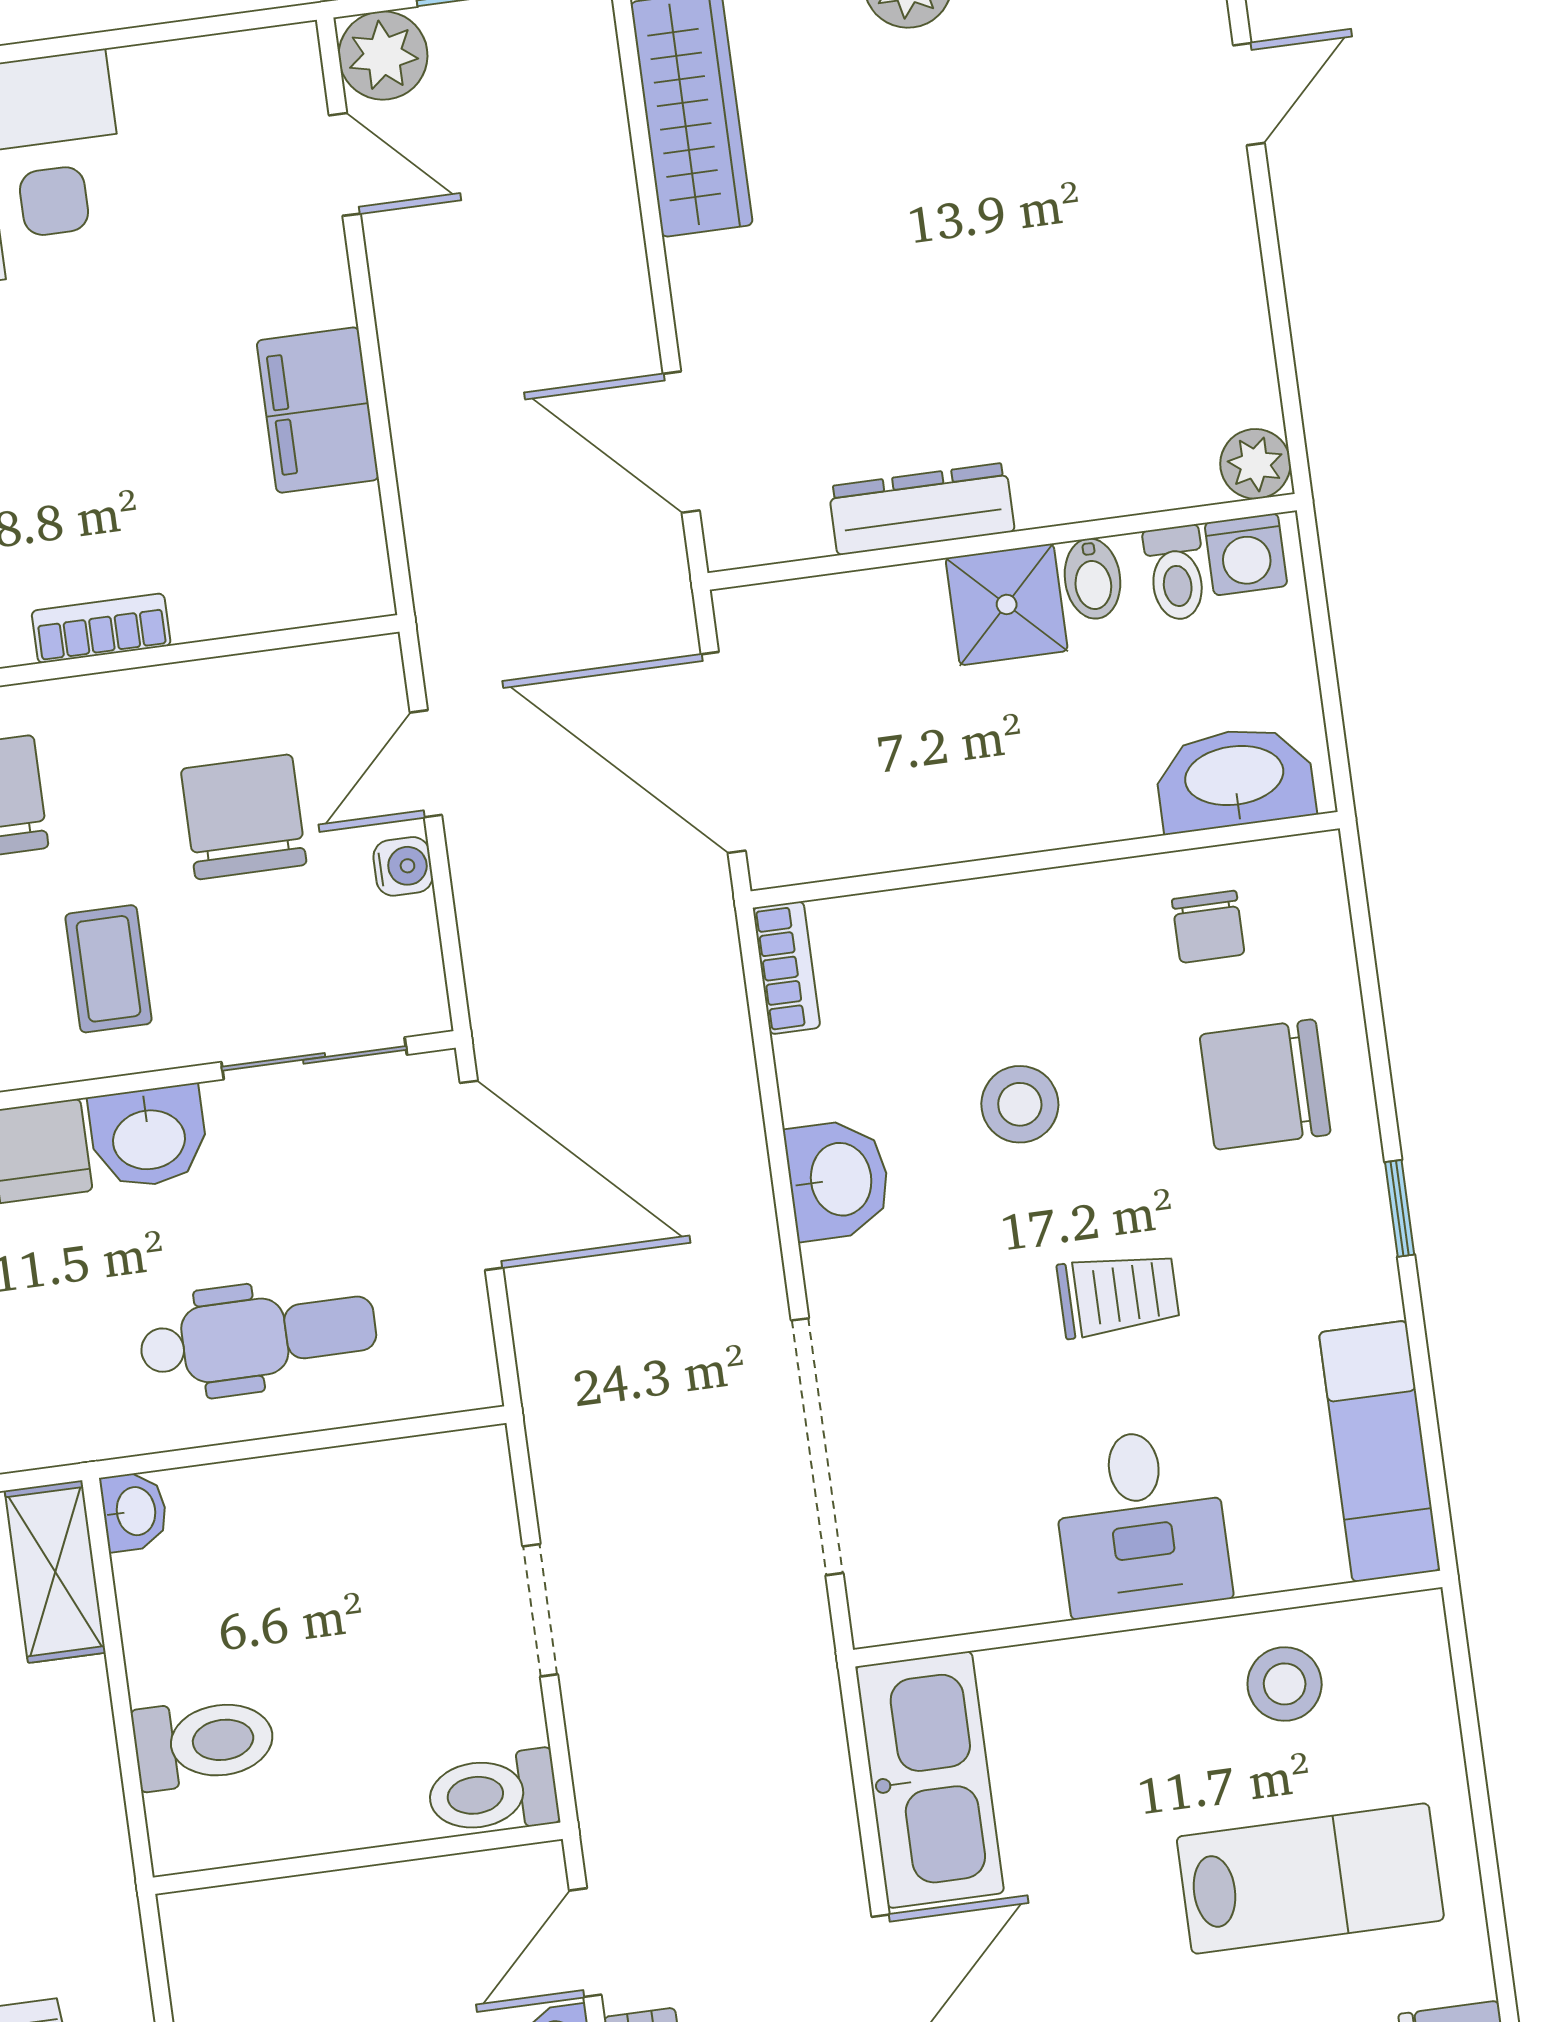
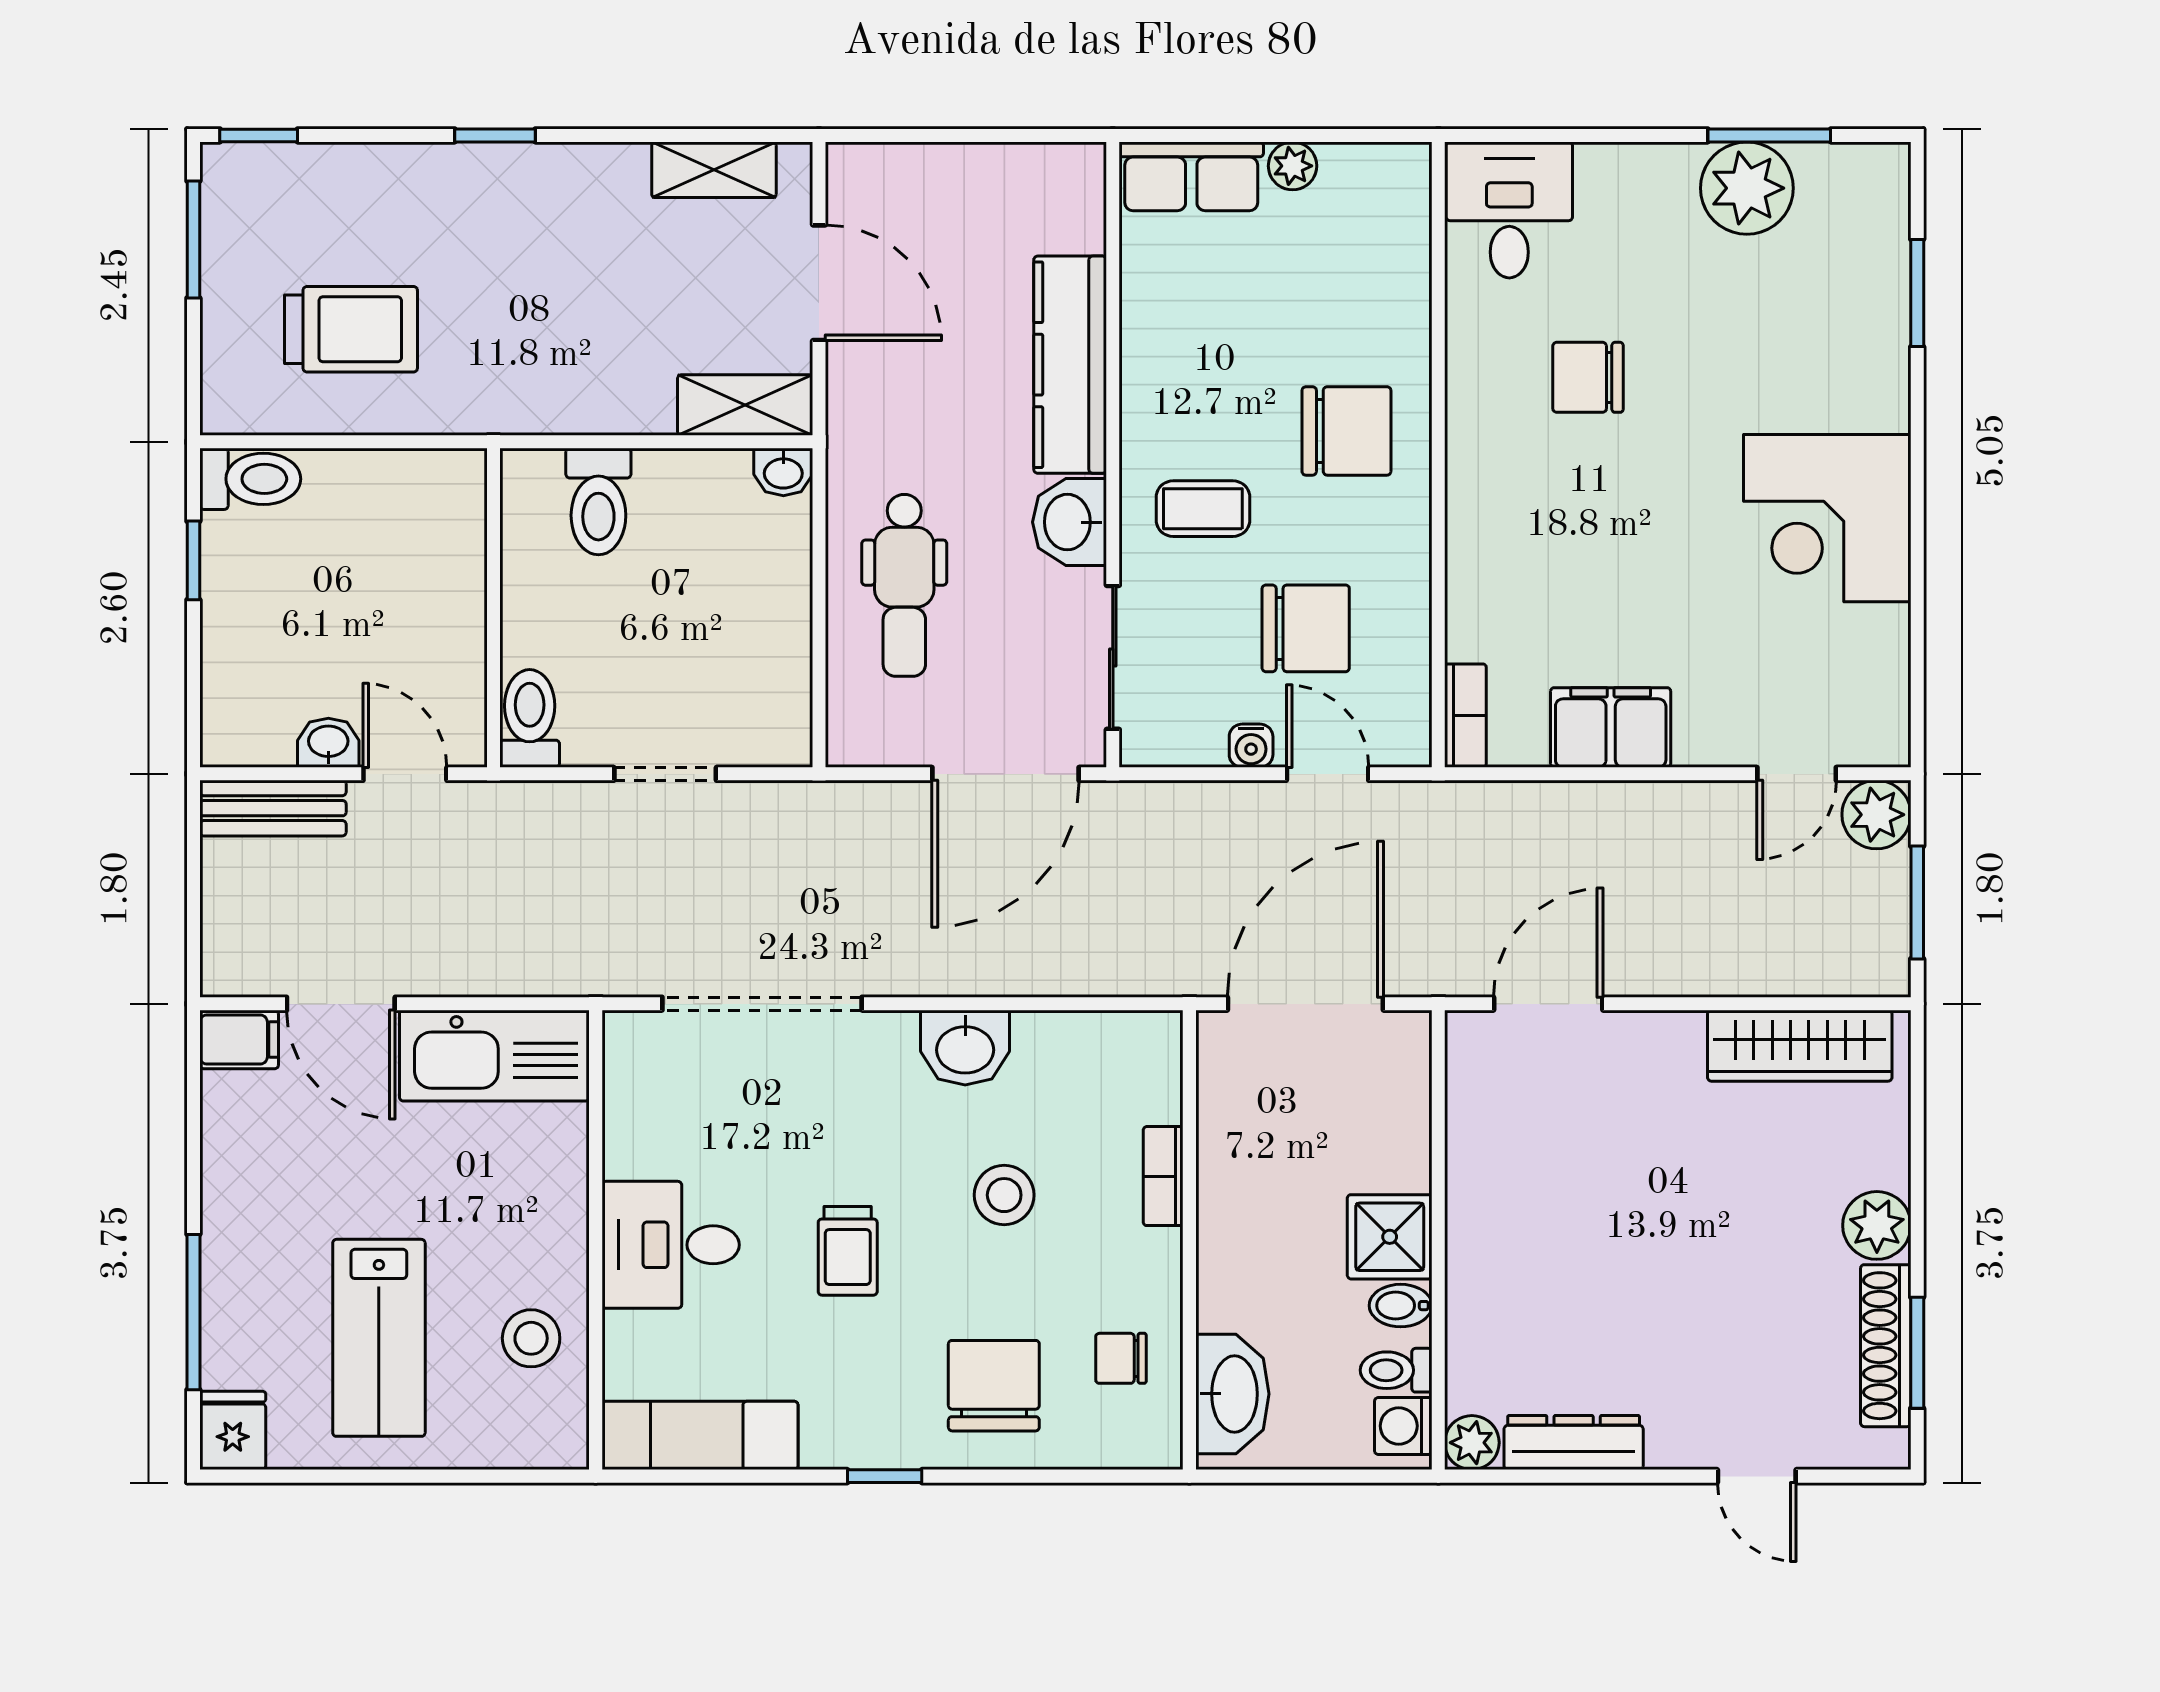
dresser: (922, 509) -> (1574, 1443), moved, turned -90
bookcase: (101, 628) -> (1465, 716), moved
bookcase: (787, 968) -> (1163, 1176), moved, turned 90

